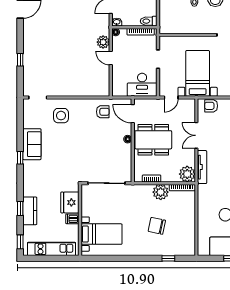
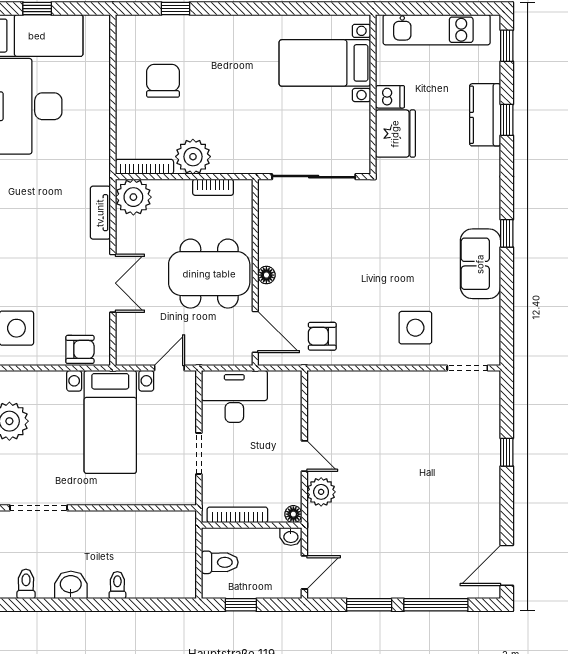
toilet: (149, 21) -> (220, 562), moved
tv unit: (202, 167) -> (100, 213), width x0.71
chair: (157, 226) -> (163, 81), moved, turned -102

